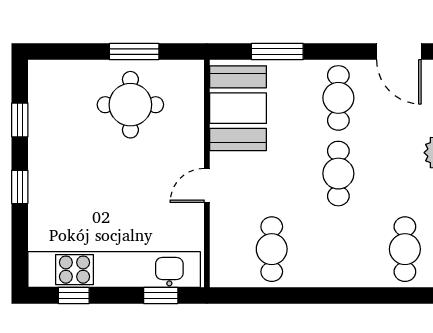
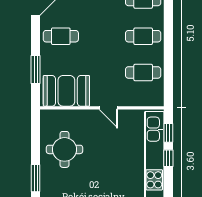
window: (134, 52) -> (36, 178), moved
cafe table: (338, 174) -> (143, 36), moved
window: (74, 295) -> (168, 158), moved

